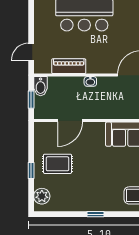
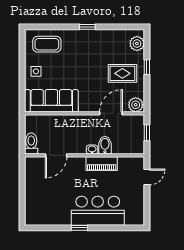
piano: (69, 66) -> (102, 164), moved
bidet: (41, 86) -> (105, 145), moved
plant: (43, 130) -> (136, 105), added

